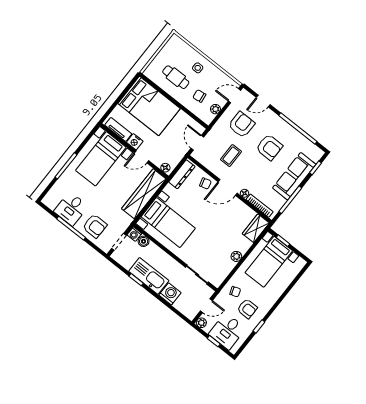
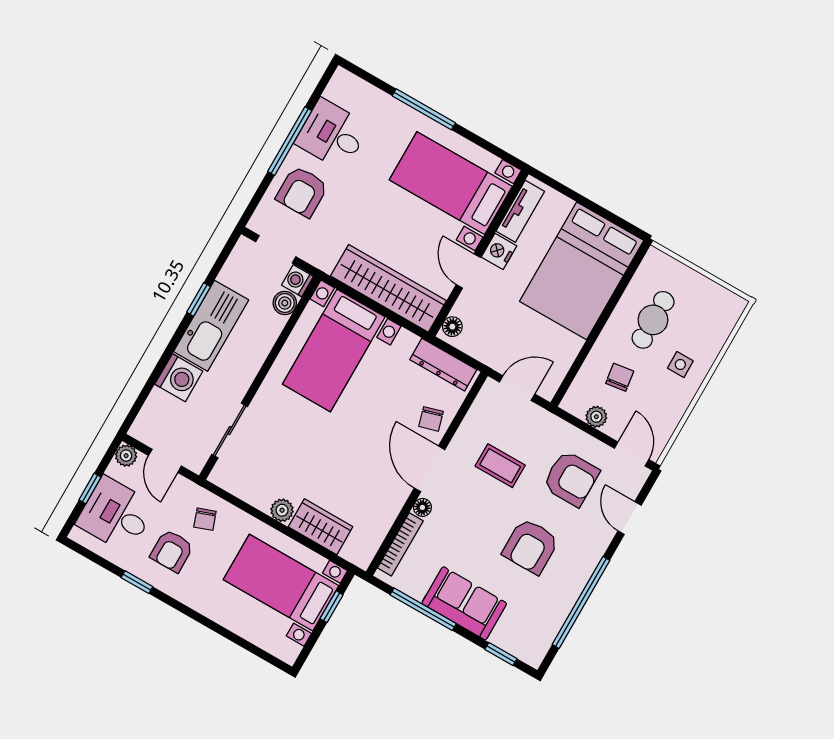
sofa: (294, 176) -> (464, 603), width x0.73
wardrobe: (256, 228) -> (321, 527), moved

